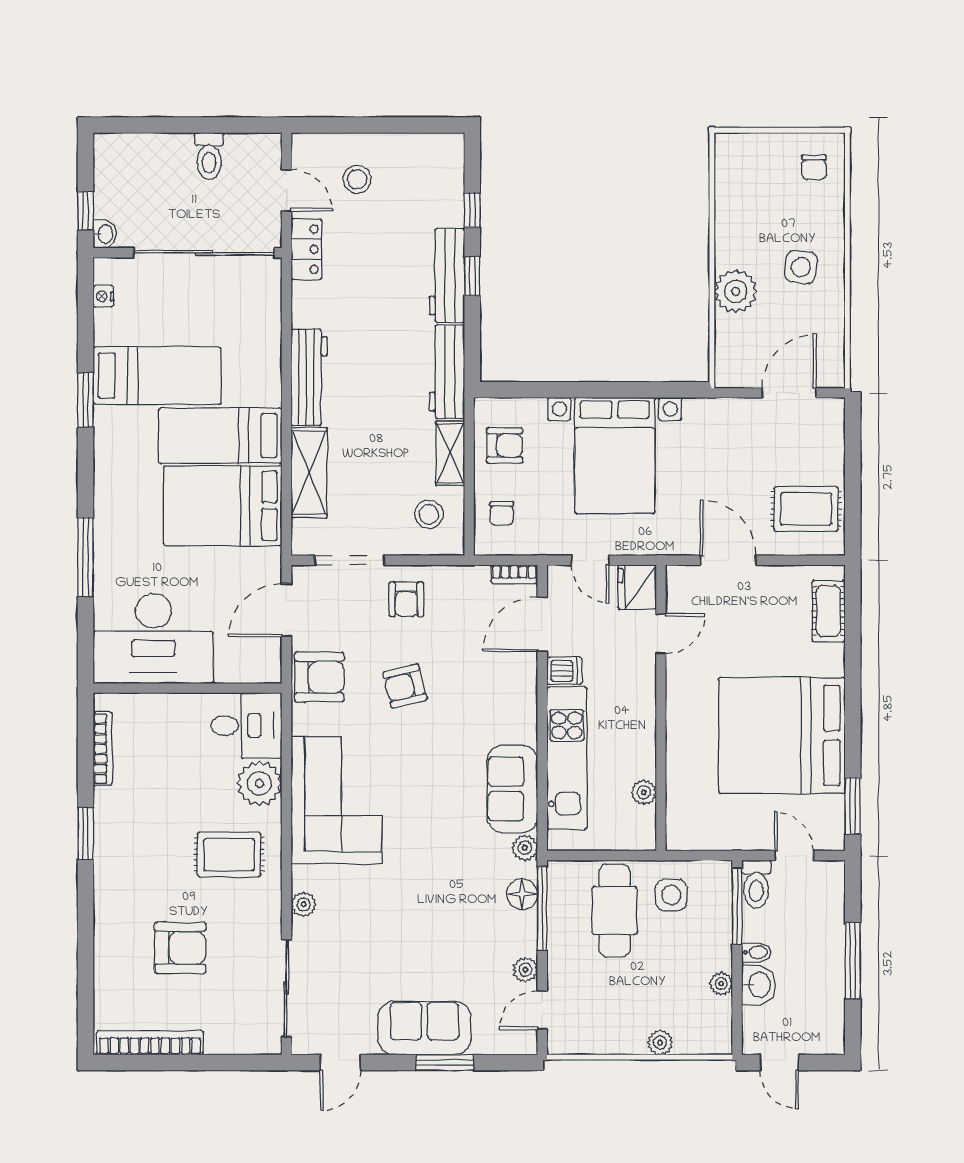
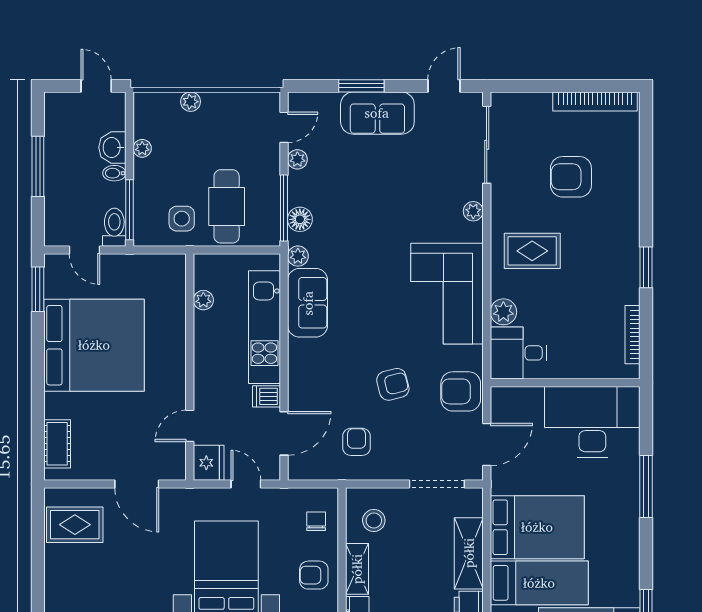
bookcase: (514, 574) -> (306, 473), removed
armchair: (406, 599) -> (357, 442), moved
plant: (259, 783) -> (503, 312), width x0.73, depth x0.73

